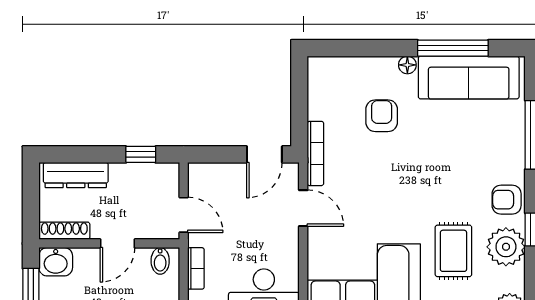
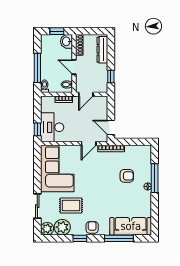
window: (453, 48) -> (155, 178), moved
sofa: (469, 78) -> (131, 226), moved, turned 90
plant: (506, 247) -> (62, 227), moved

